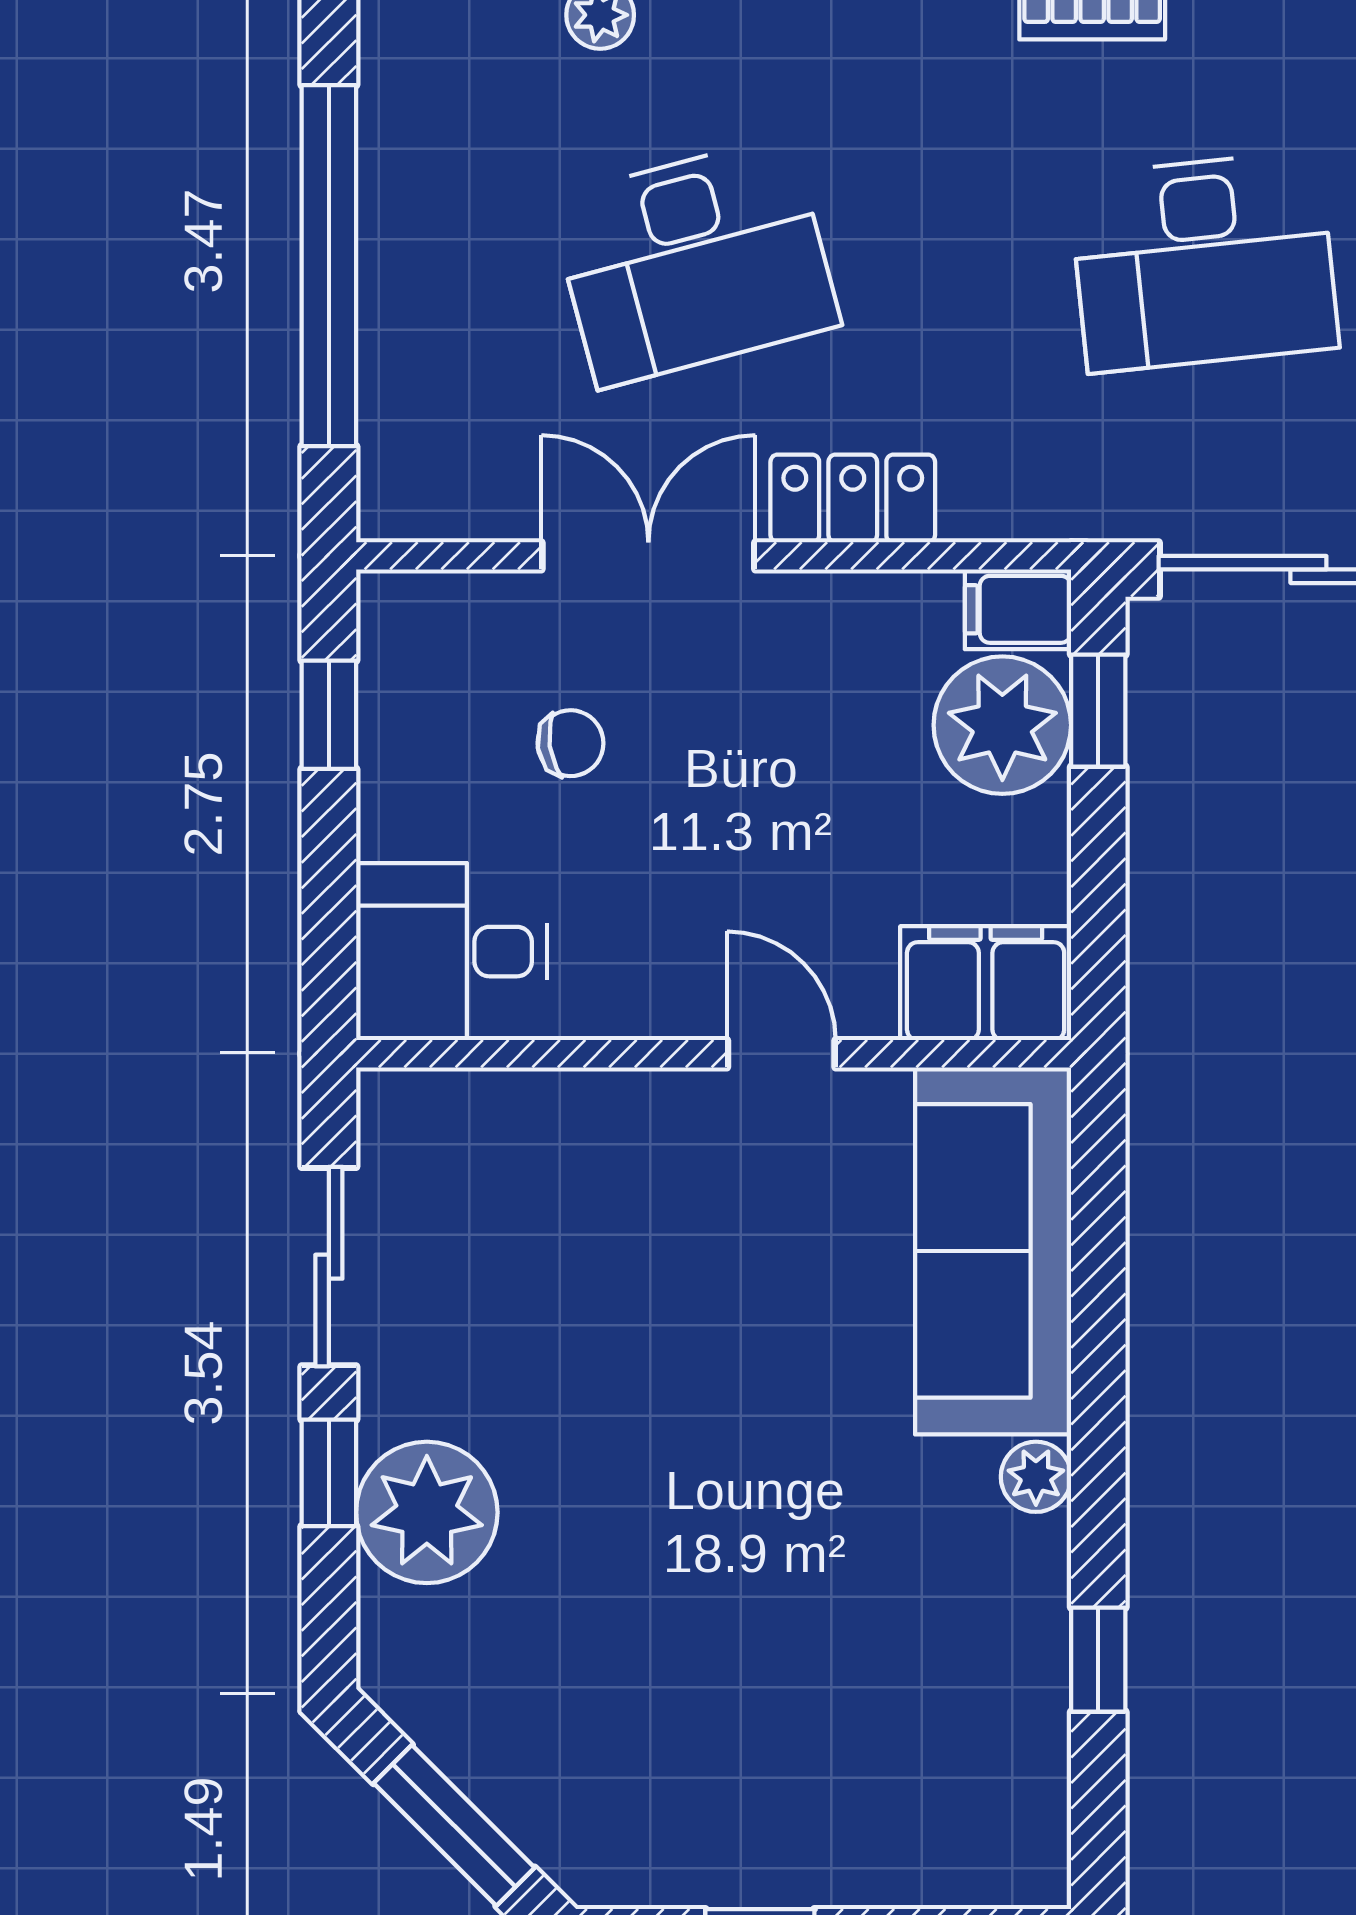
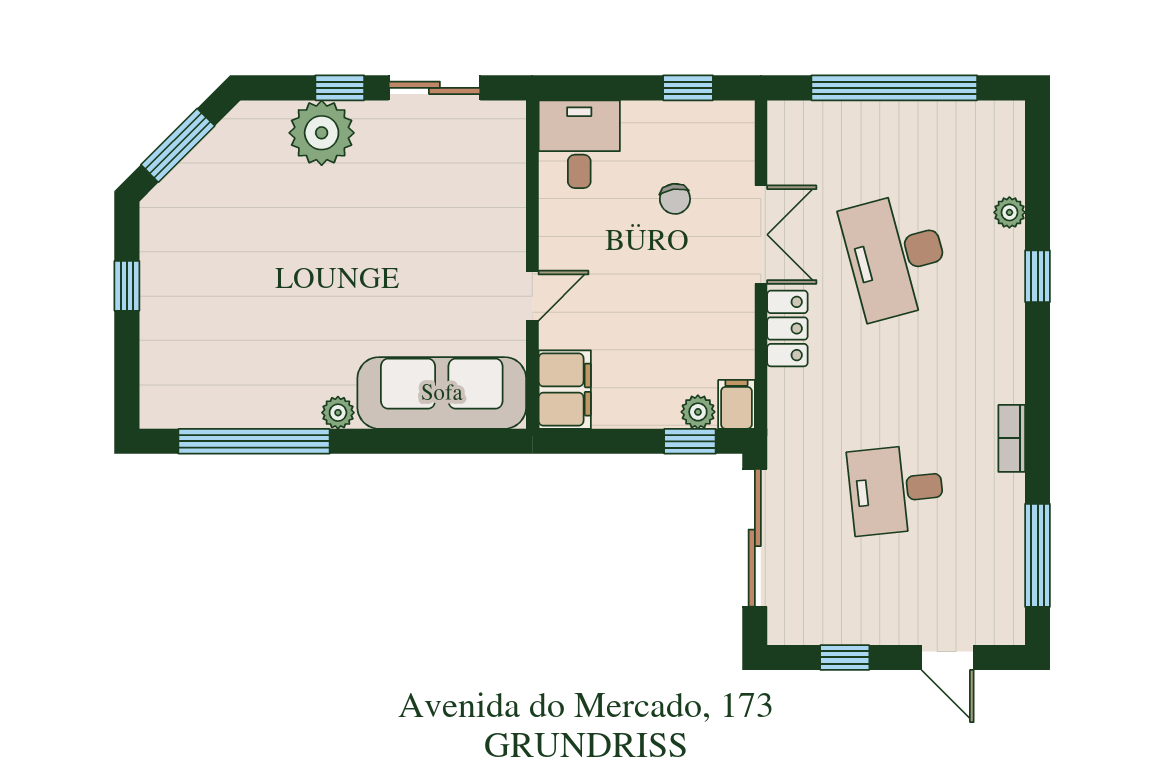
desk: (1203, 262) -> (896, 490), width x0.73
plant: (1002, 725) -> (698, 412), width x0.53, depth x0.53
window: (1098, 1660) -> (254, 441), width x3.17

